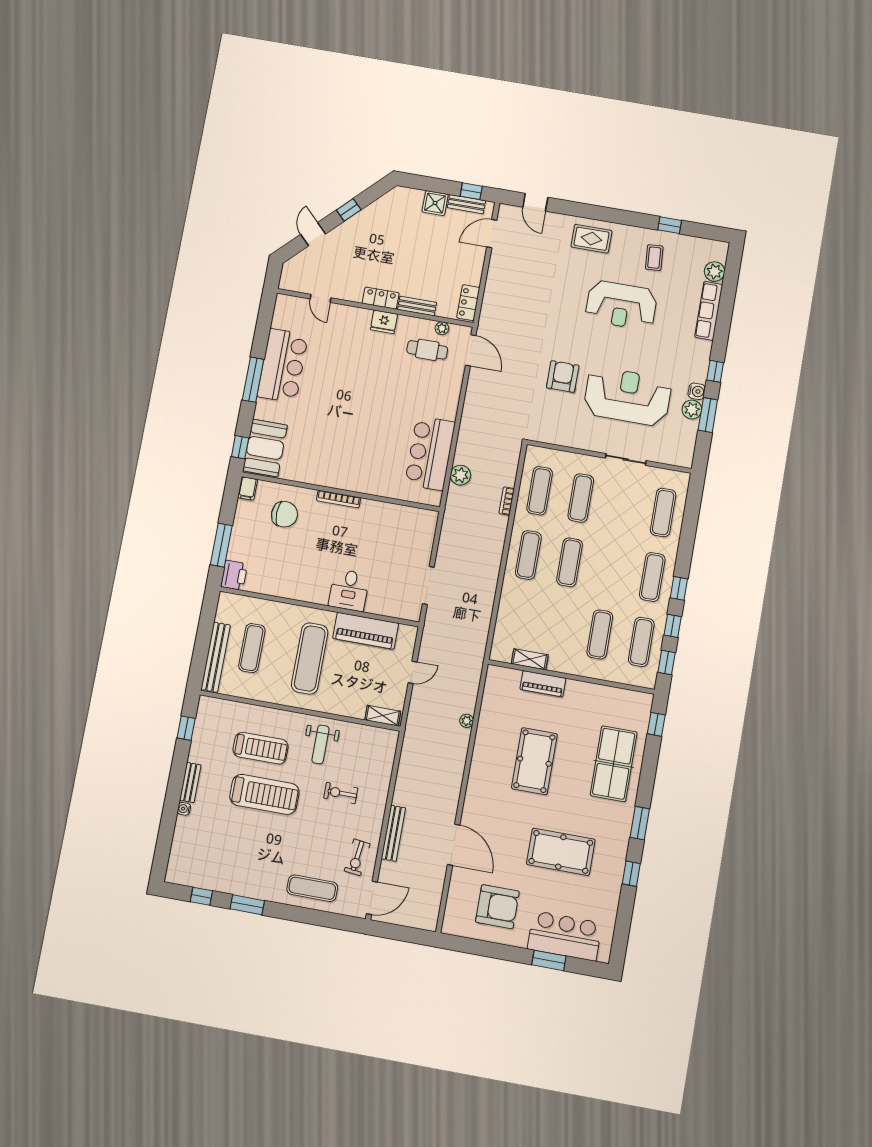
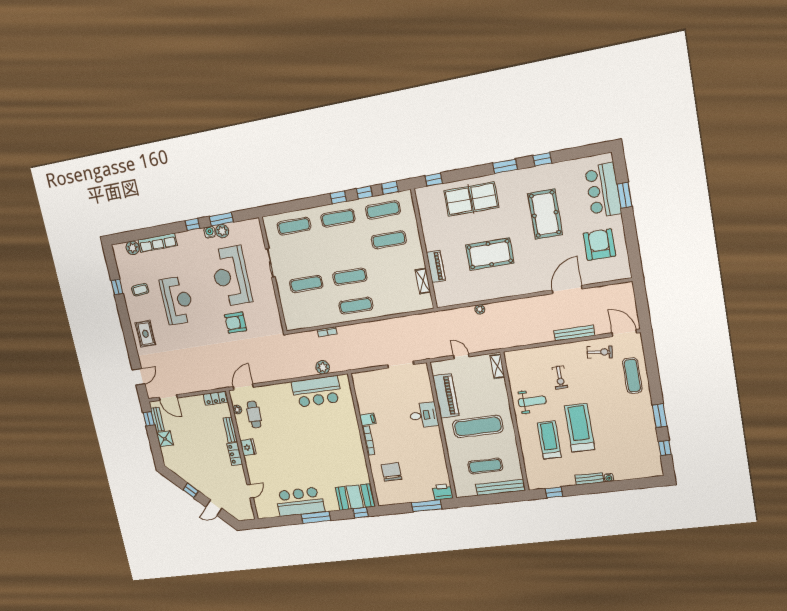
filing cabinet: (248, 488) -> (368, 419), moved
exercise mat: (540, 491) -> (312, 313), removed

